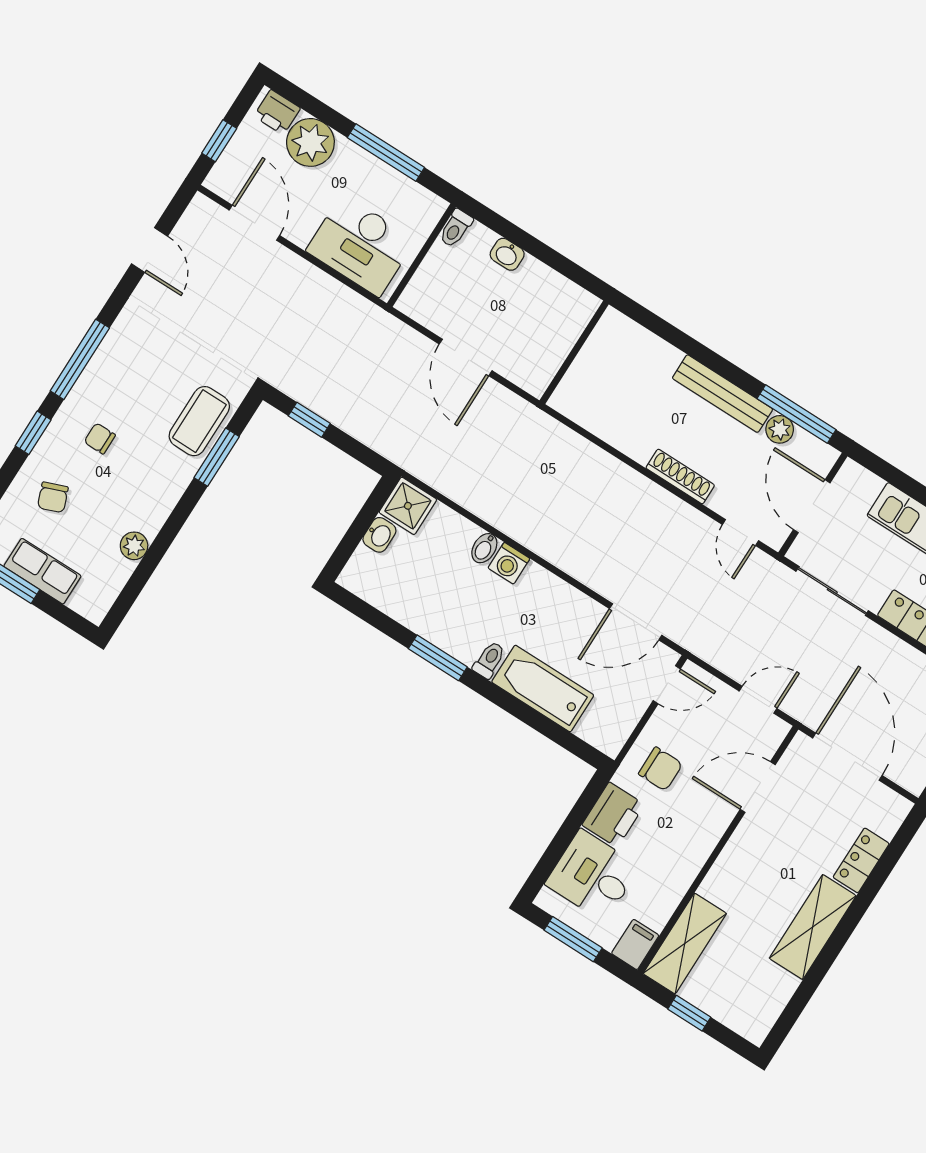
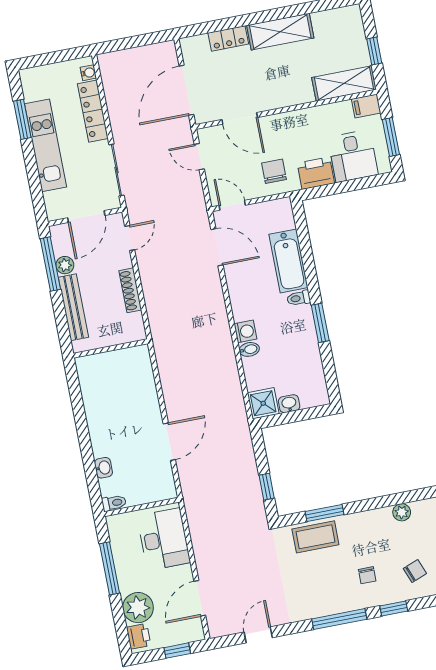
wall: (574, 352) -> (111, 349), moved

